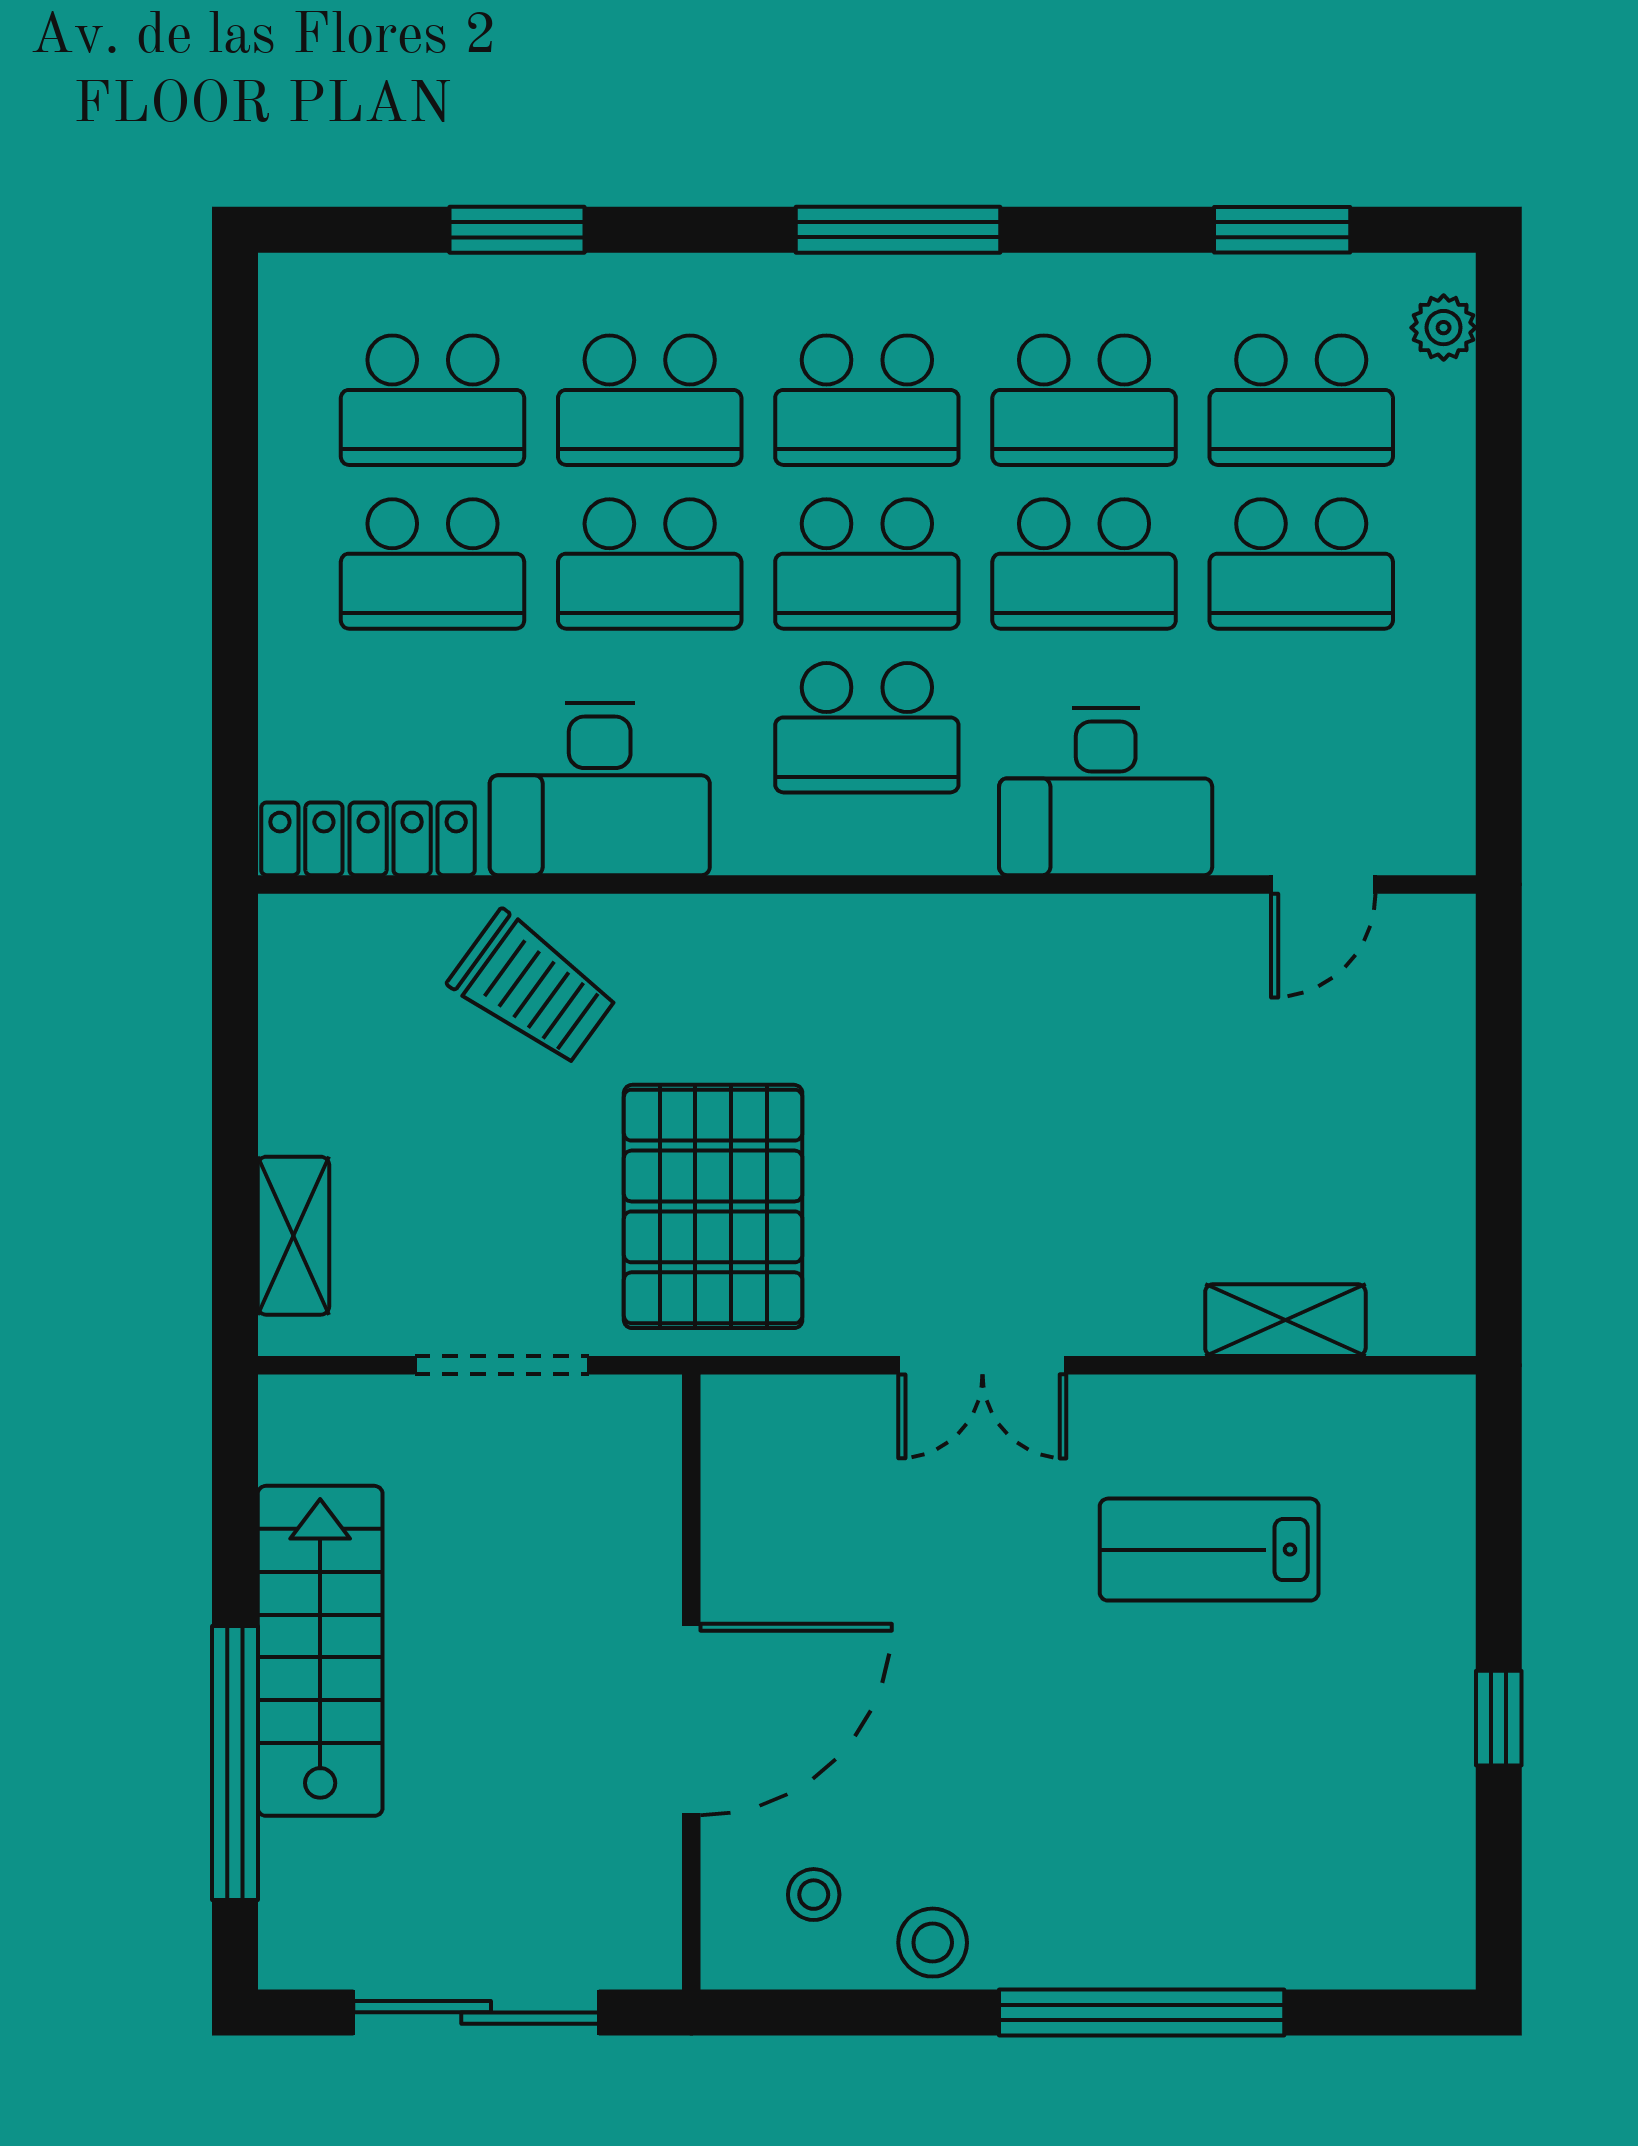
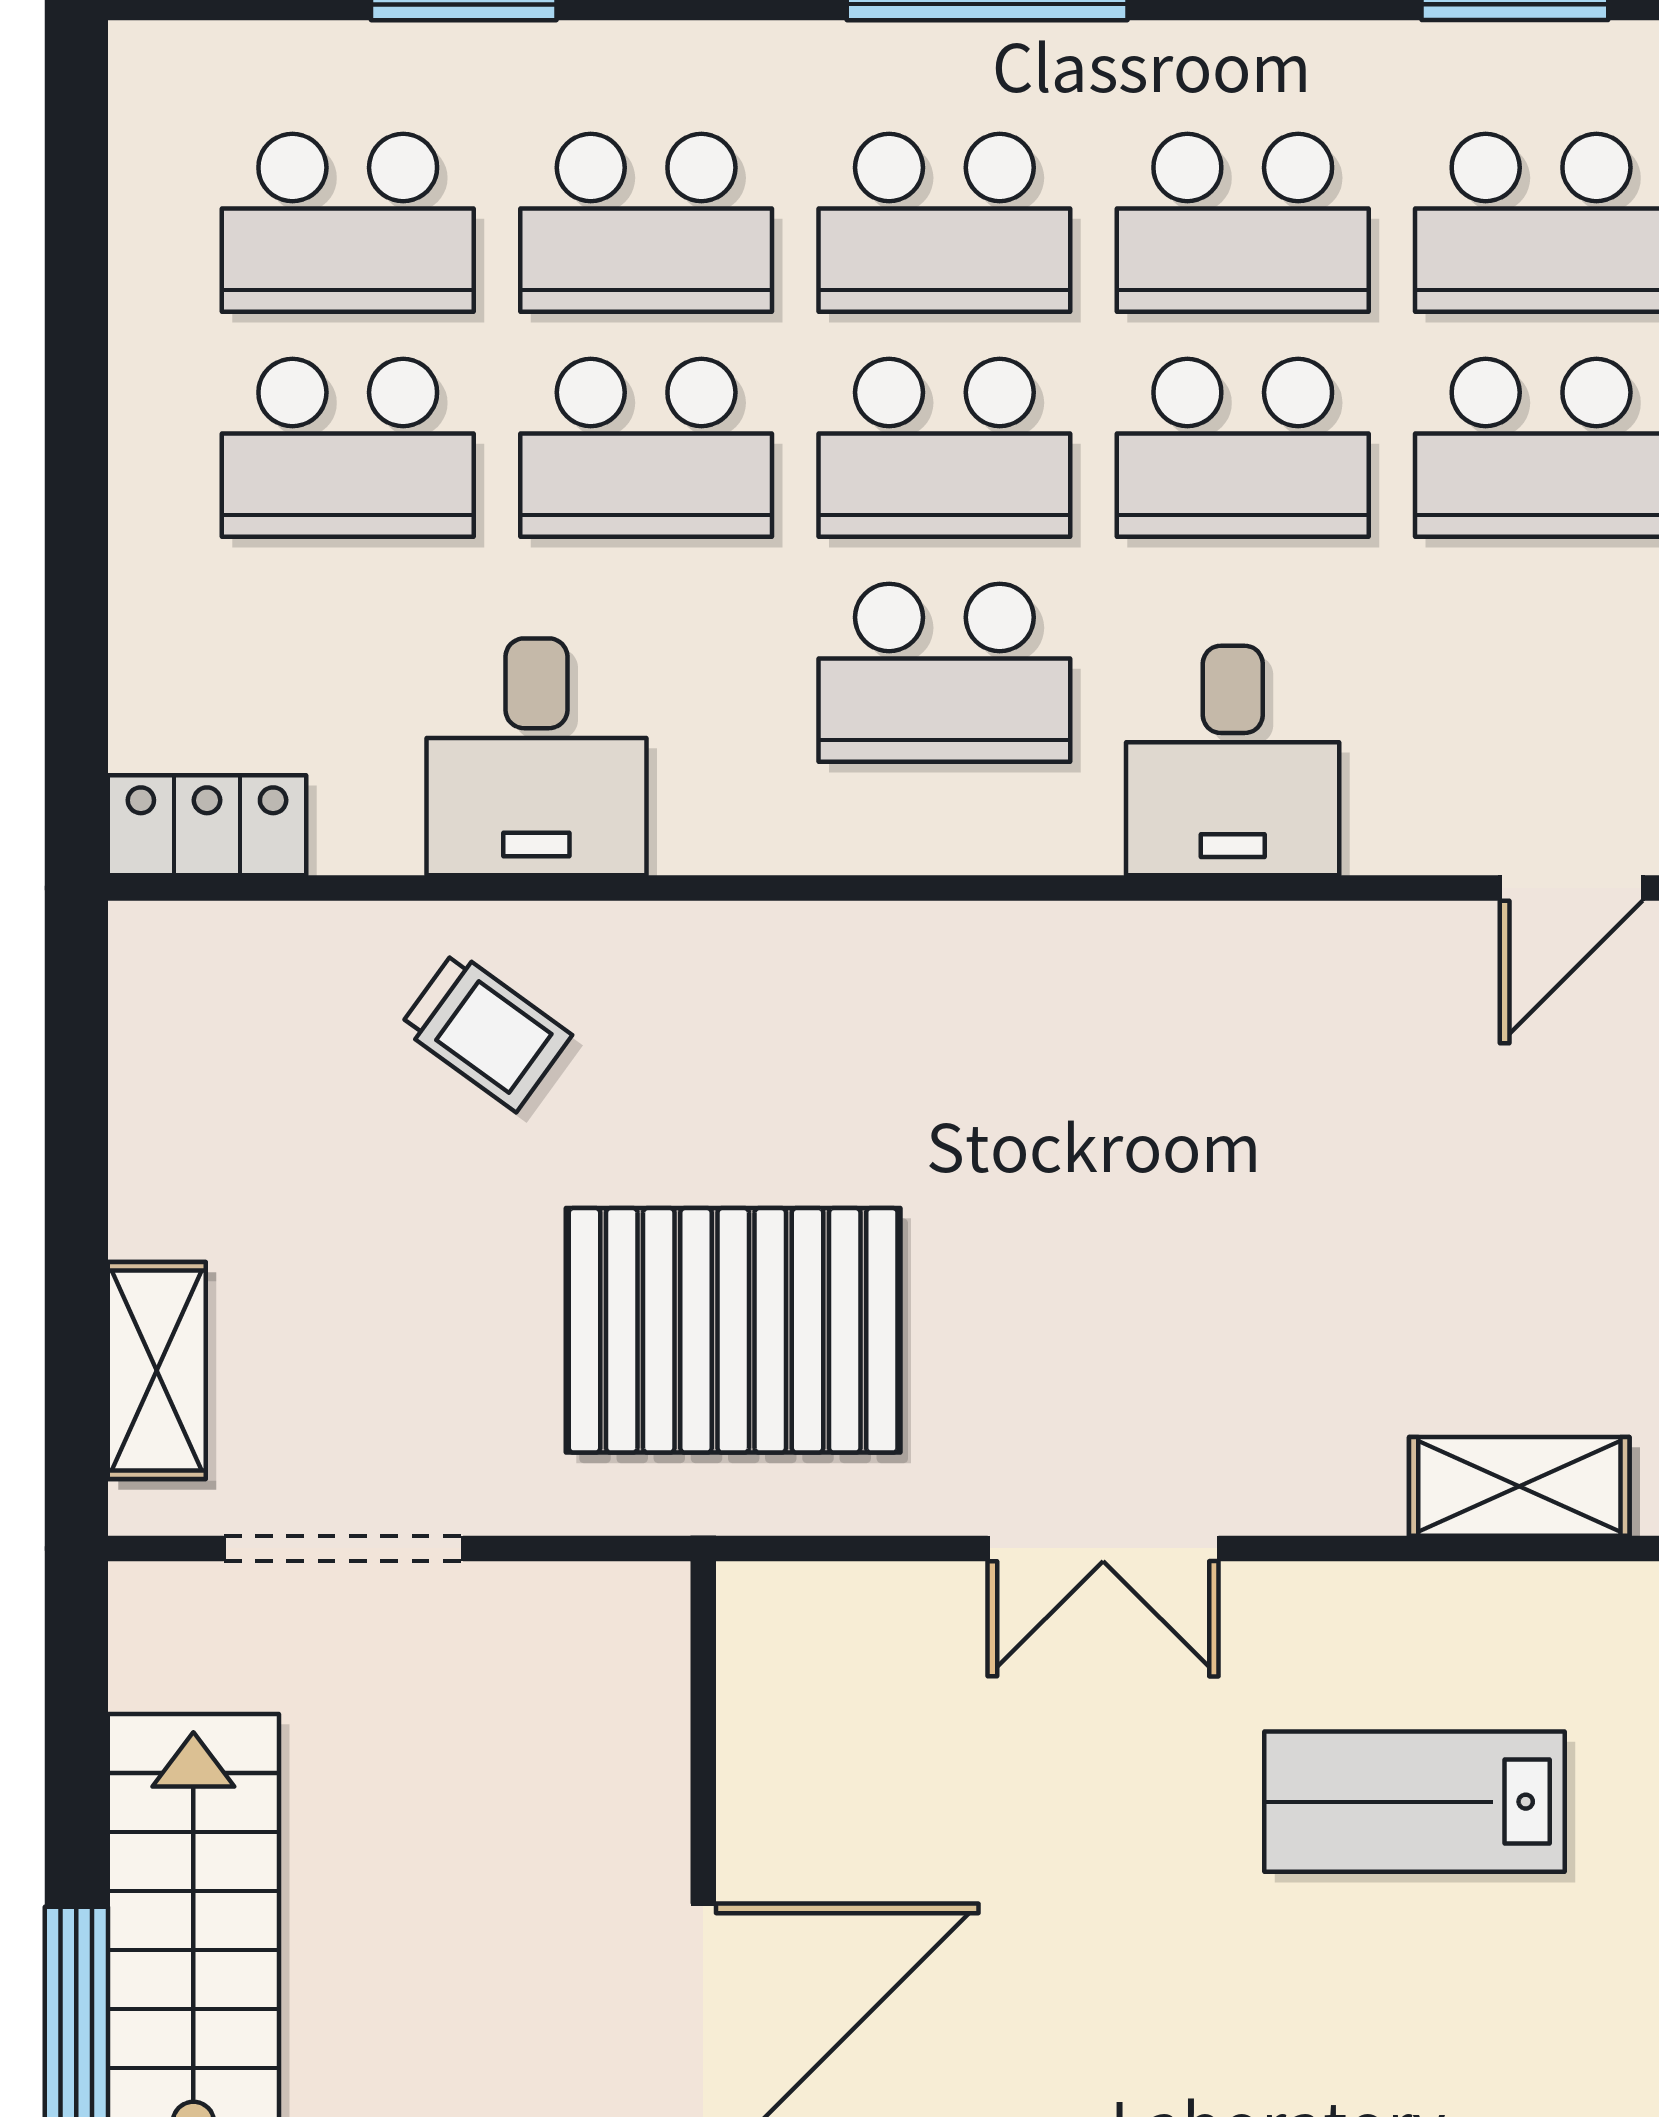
desk: (600, 789) -> (536, 757), width x0.73
desk: (1106, 792) -> (1233, 761), width x0.73
locker: (368, 839) -> (207, 825), width x0.66
trolley: (533, 989) -> (486, 1031), width x0.73, depth x0.72
pallet: (713, 1206) -> (733, 1330), turned 90
doorway: (502, 1365) -> (343, 1548), moved

